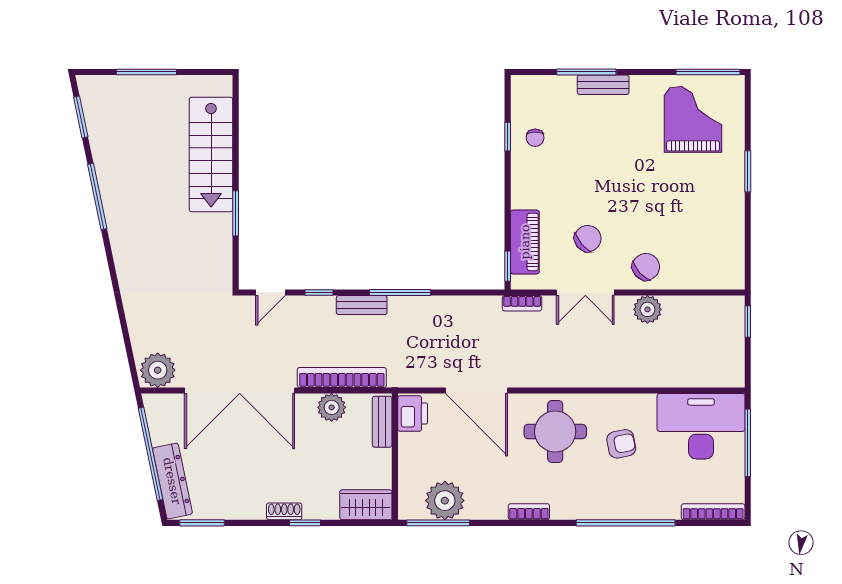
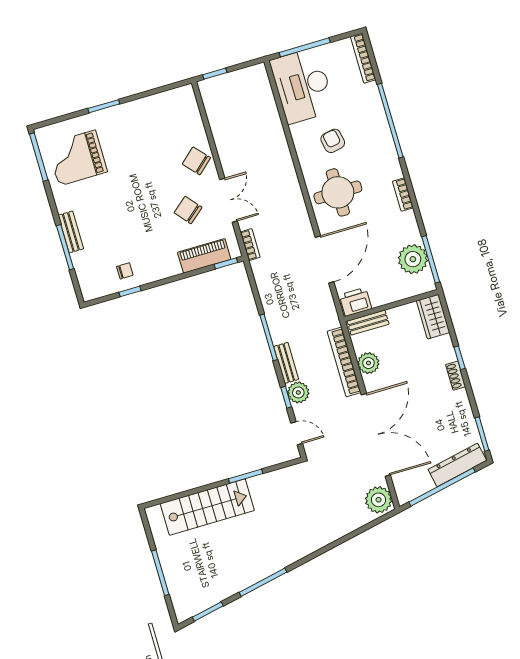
plant: (647, 309) -> (298, 392), moved

